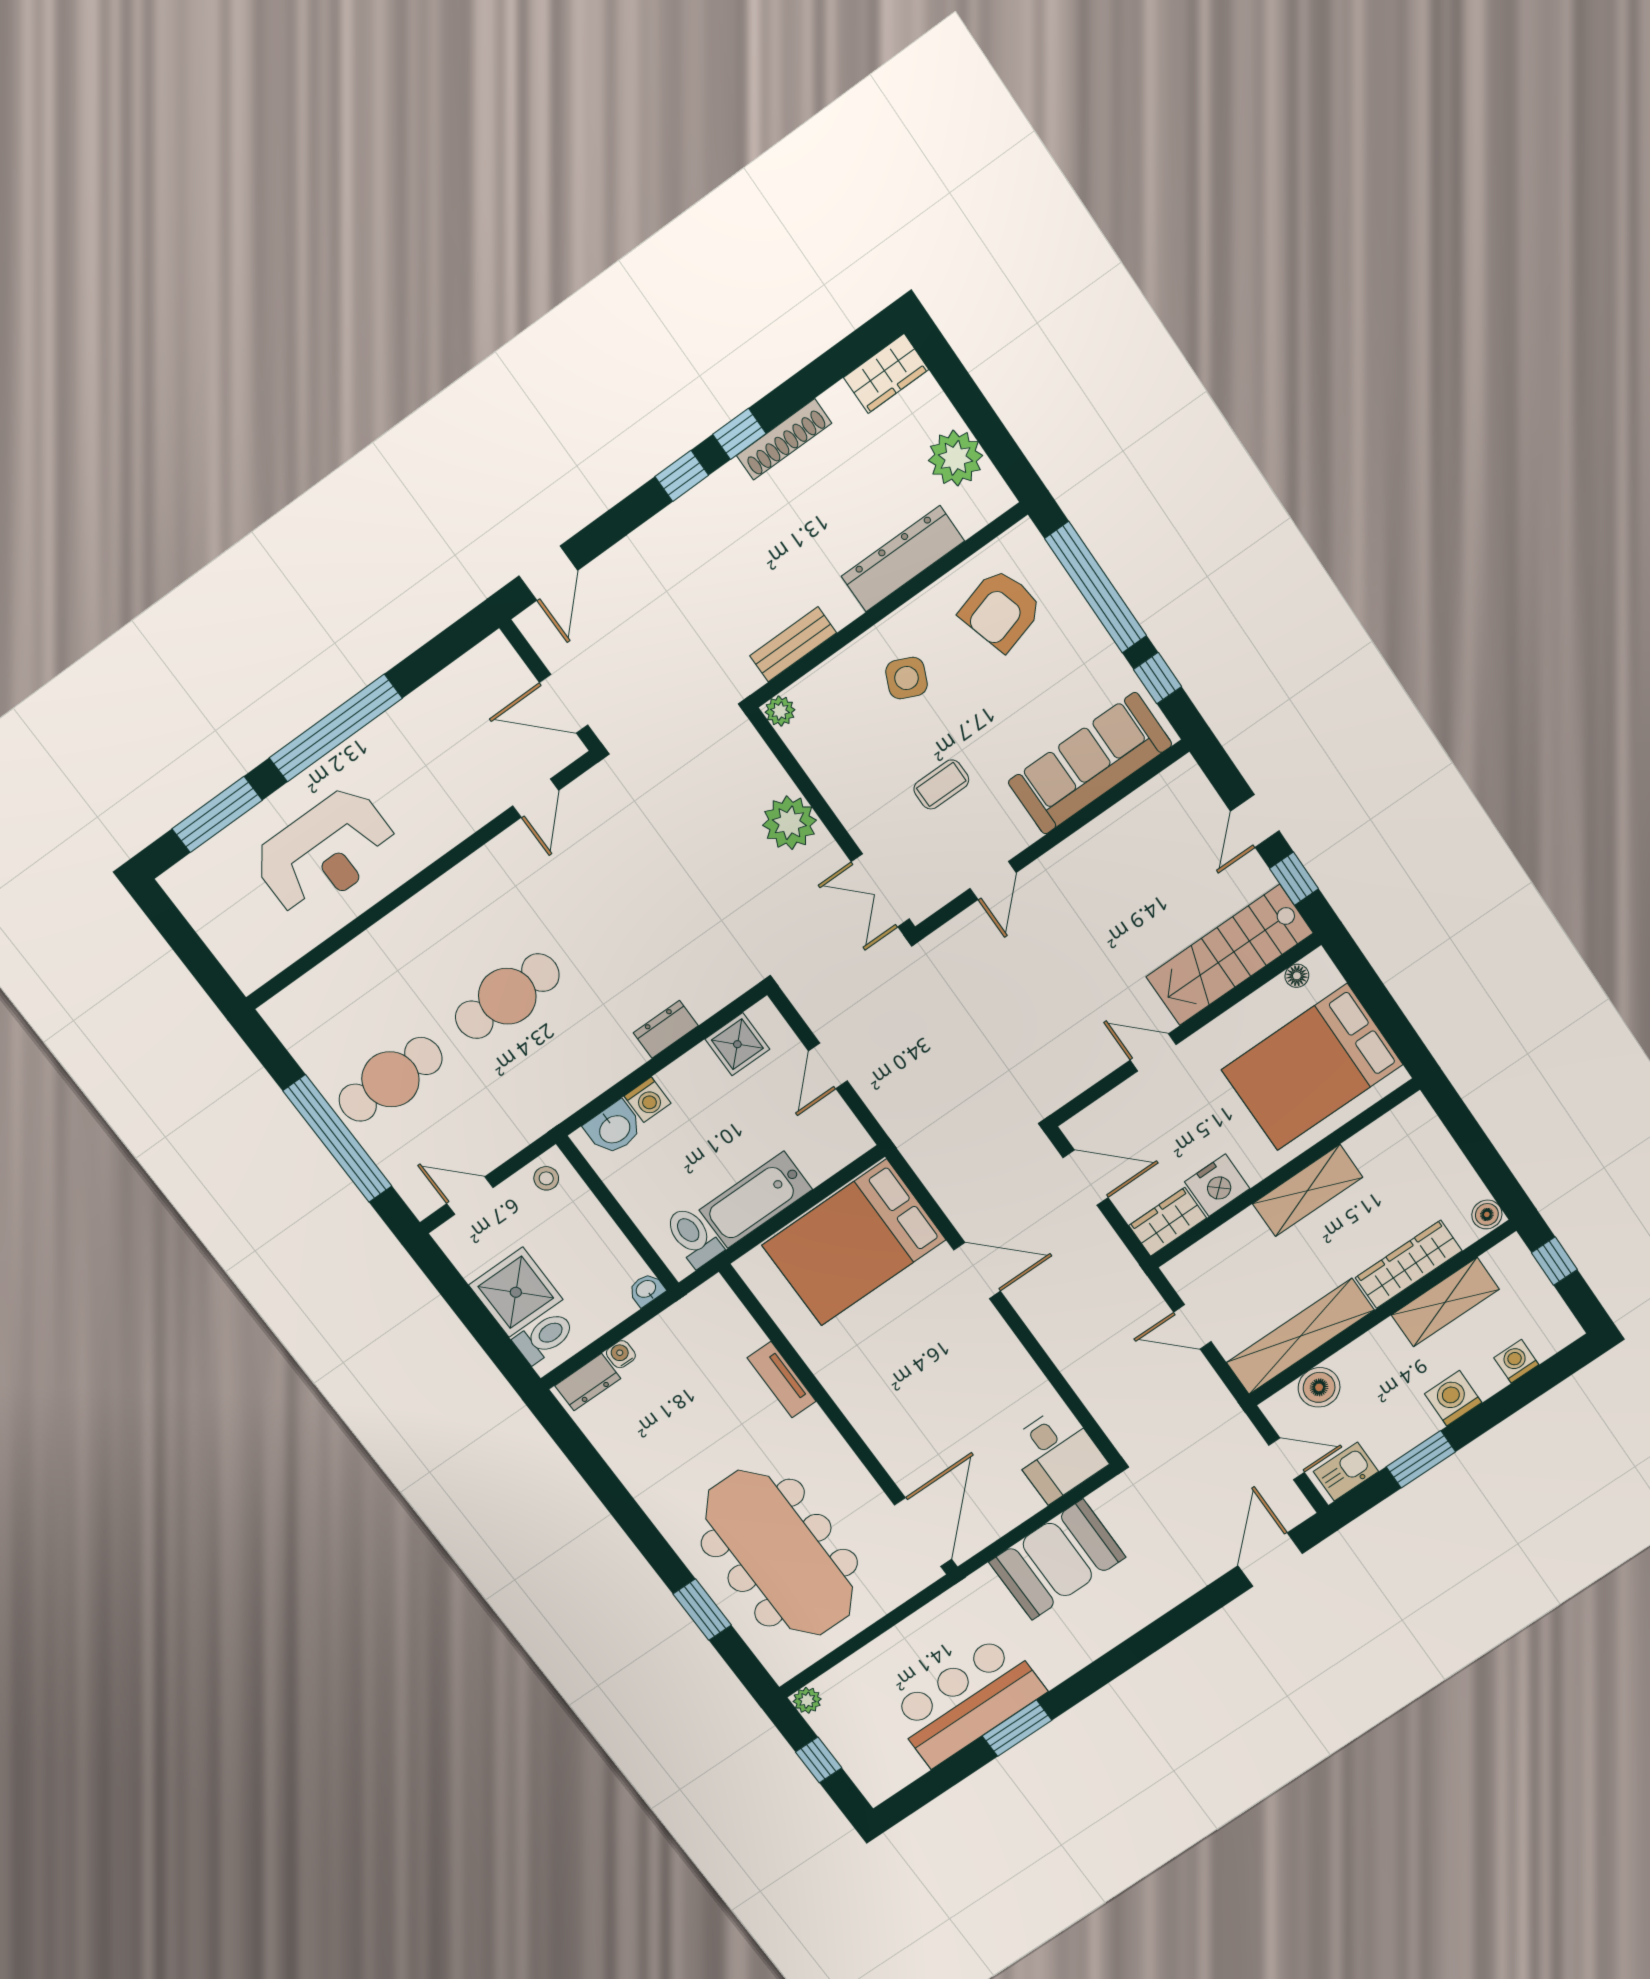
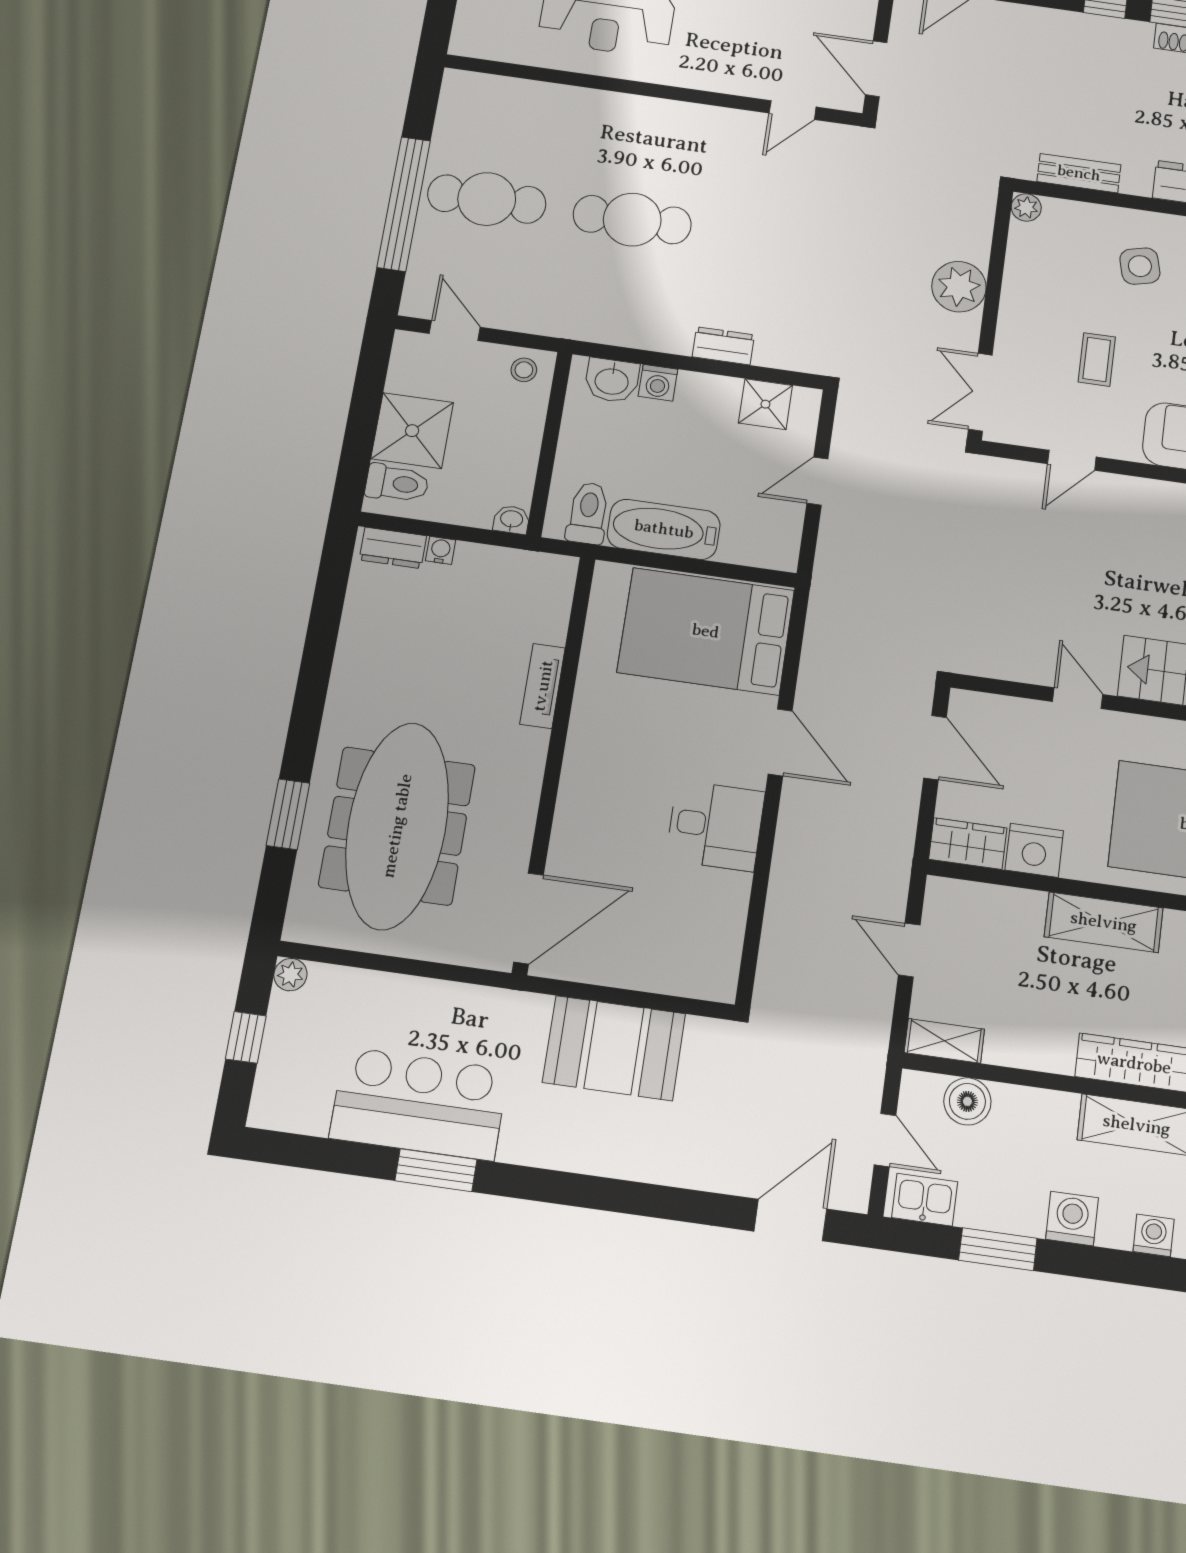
side table: (907, 678) -> (1140, 266), turned -38
coffee table: (941, 784) -> (1097, 359), turned 90
shelving: (1300, 1336) -> (944, 1041), width x0.45, depth x0.75
desk: (1056, 1454) -> (715, 826), moved, turned -90

